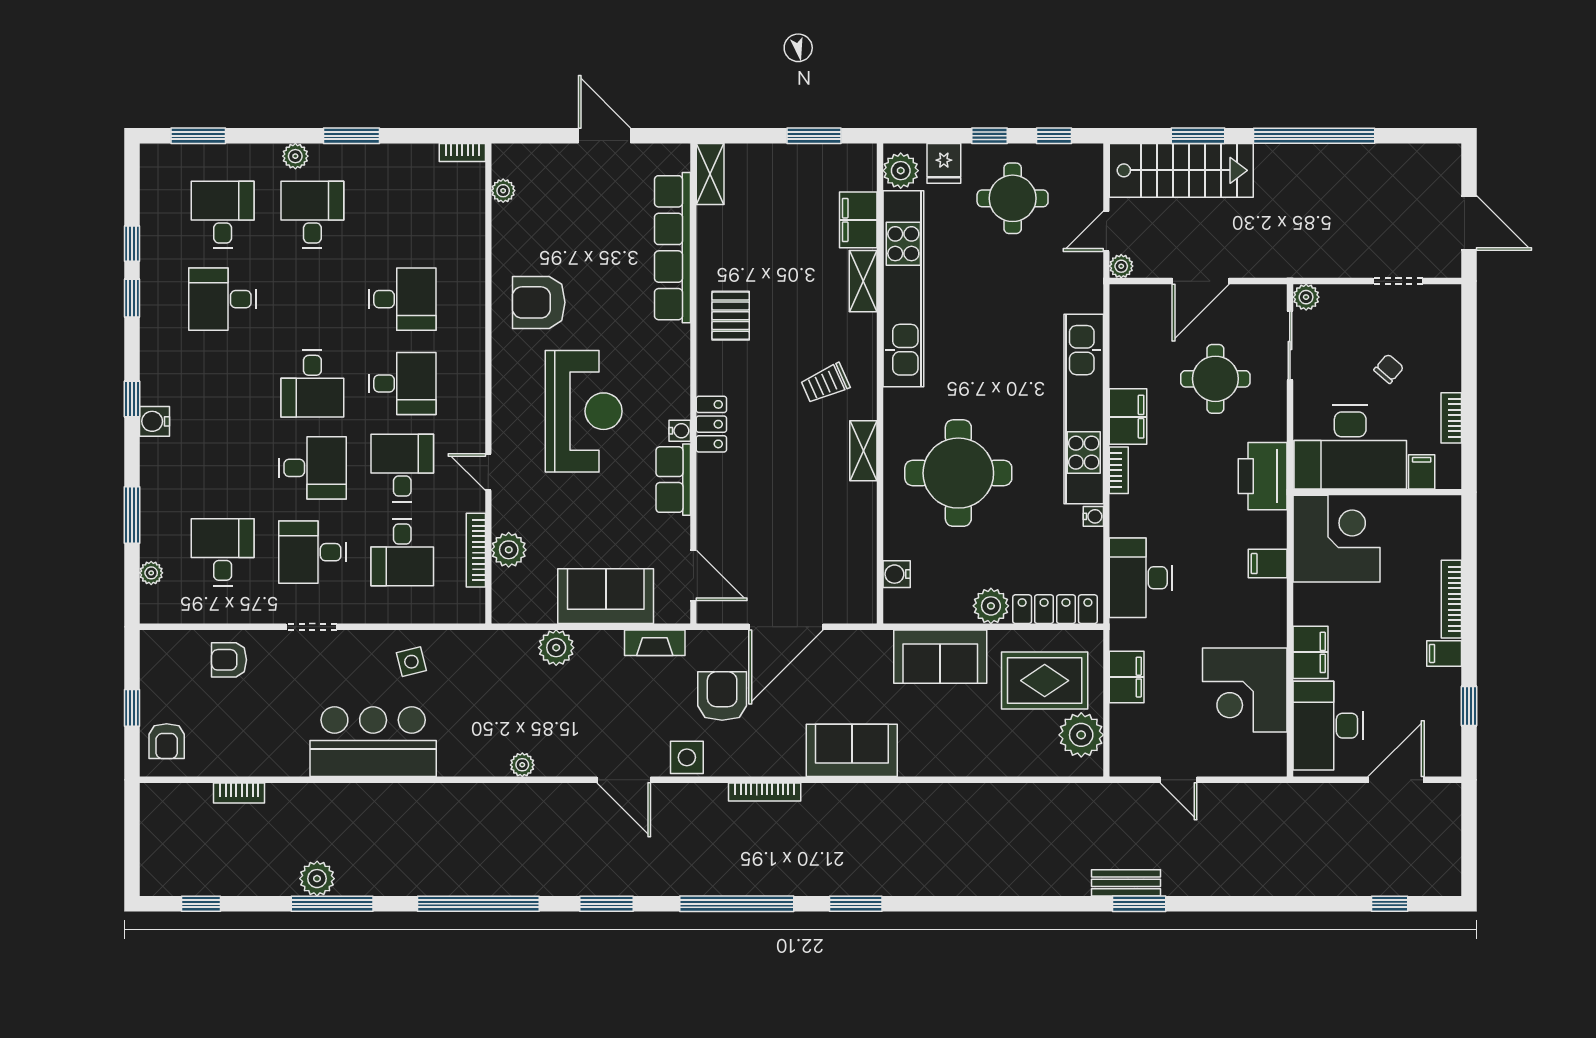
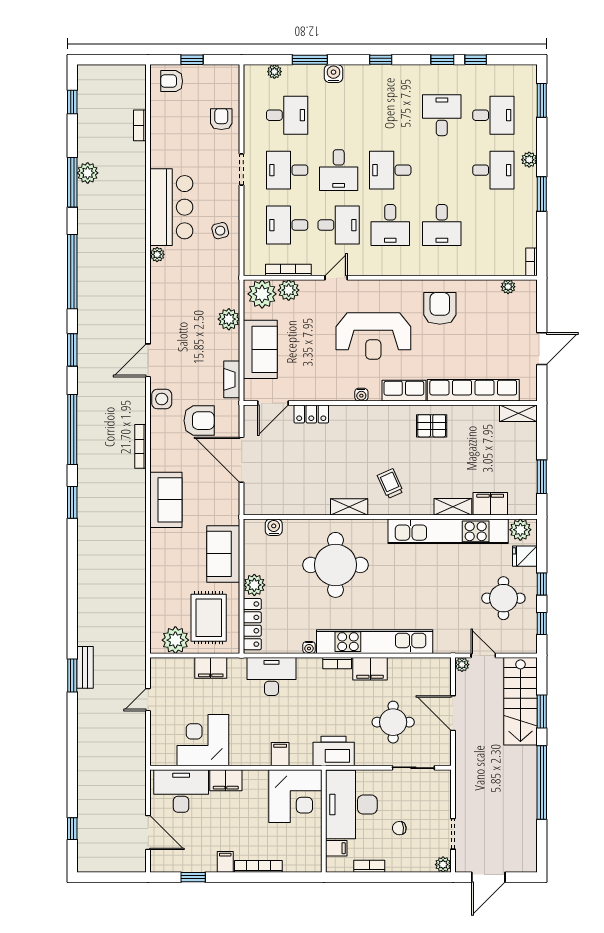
plant: (1306, 297) -> (443, 865), moved
chair: (1389, 369) -> (399, 828), turned 134
water cooler: (155, 421) -> (333, 74), moved
locker: (711, 424) -> (311, 414), moved
row of seats: (673, 480) -> (404, 391), moved
desk: (312, 552) -> (287, 170), turned -90
plant: (515, 593) -> (262, 294), added
plant: (522, 765) -> (157, 254), moved

